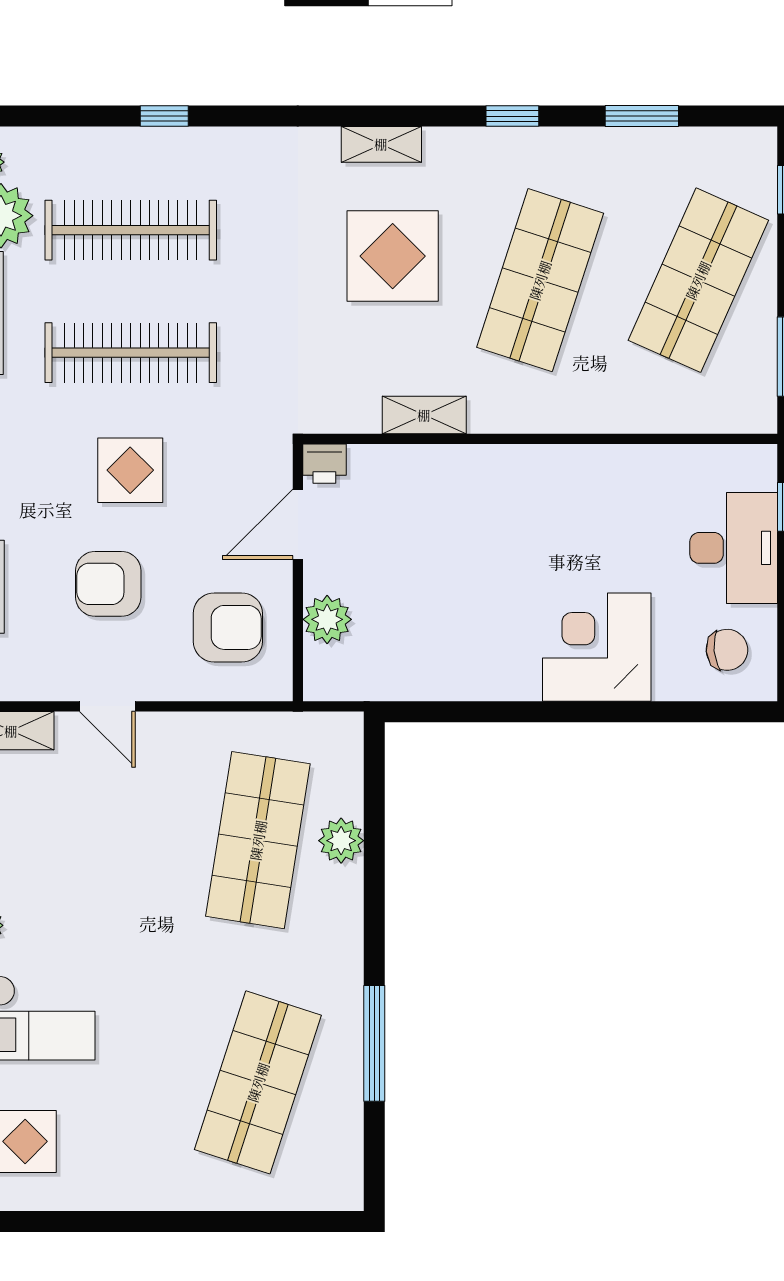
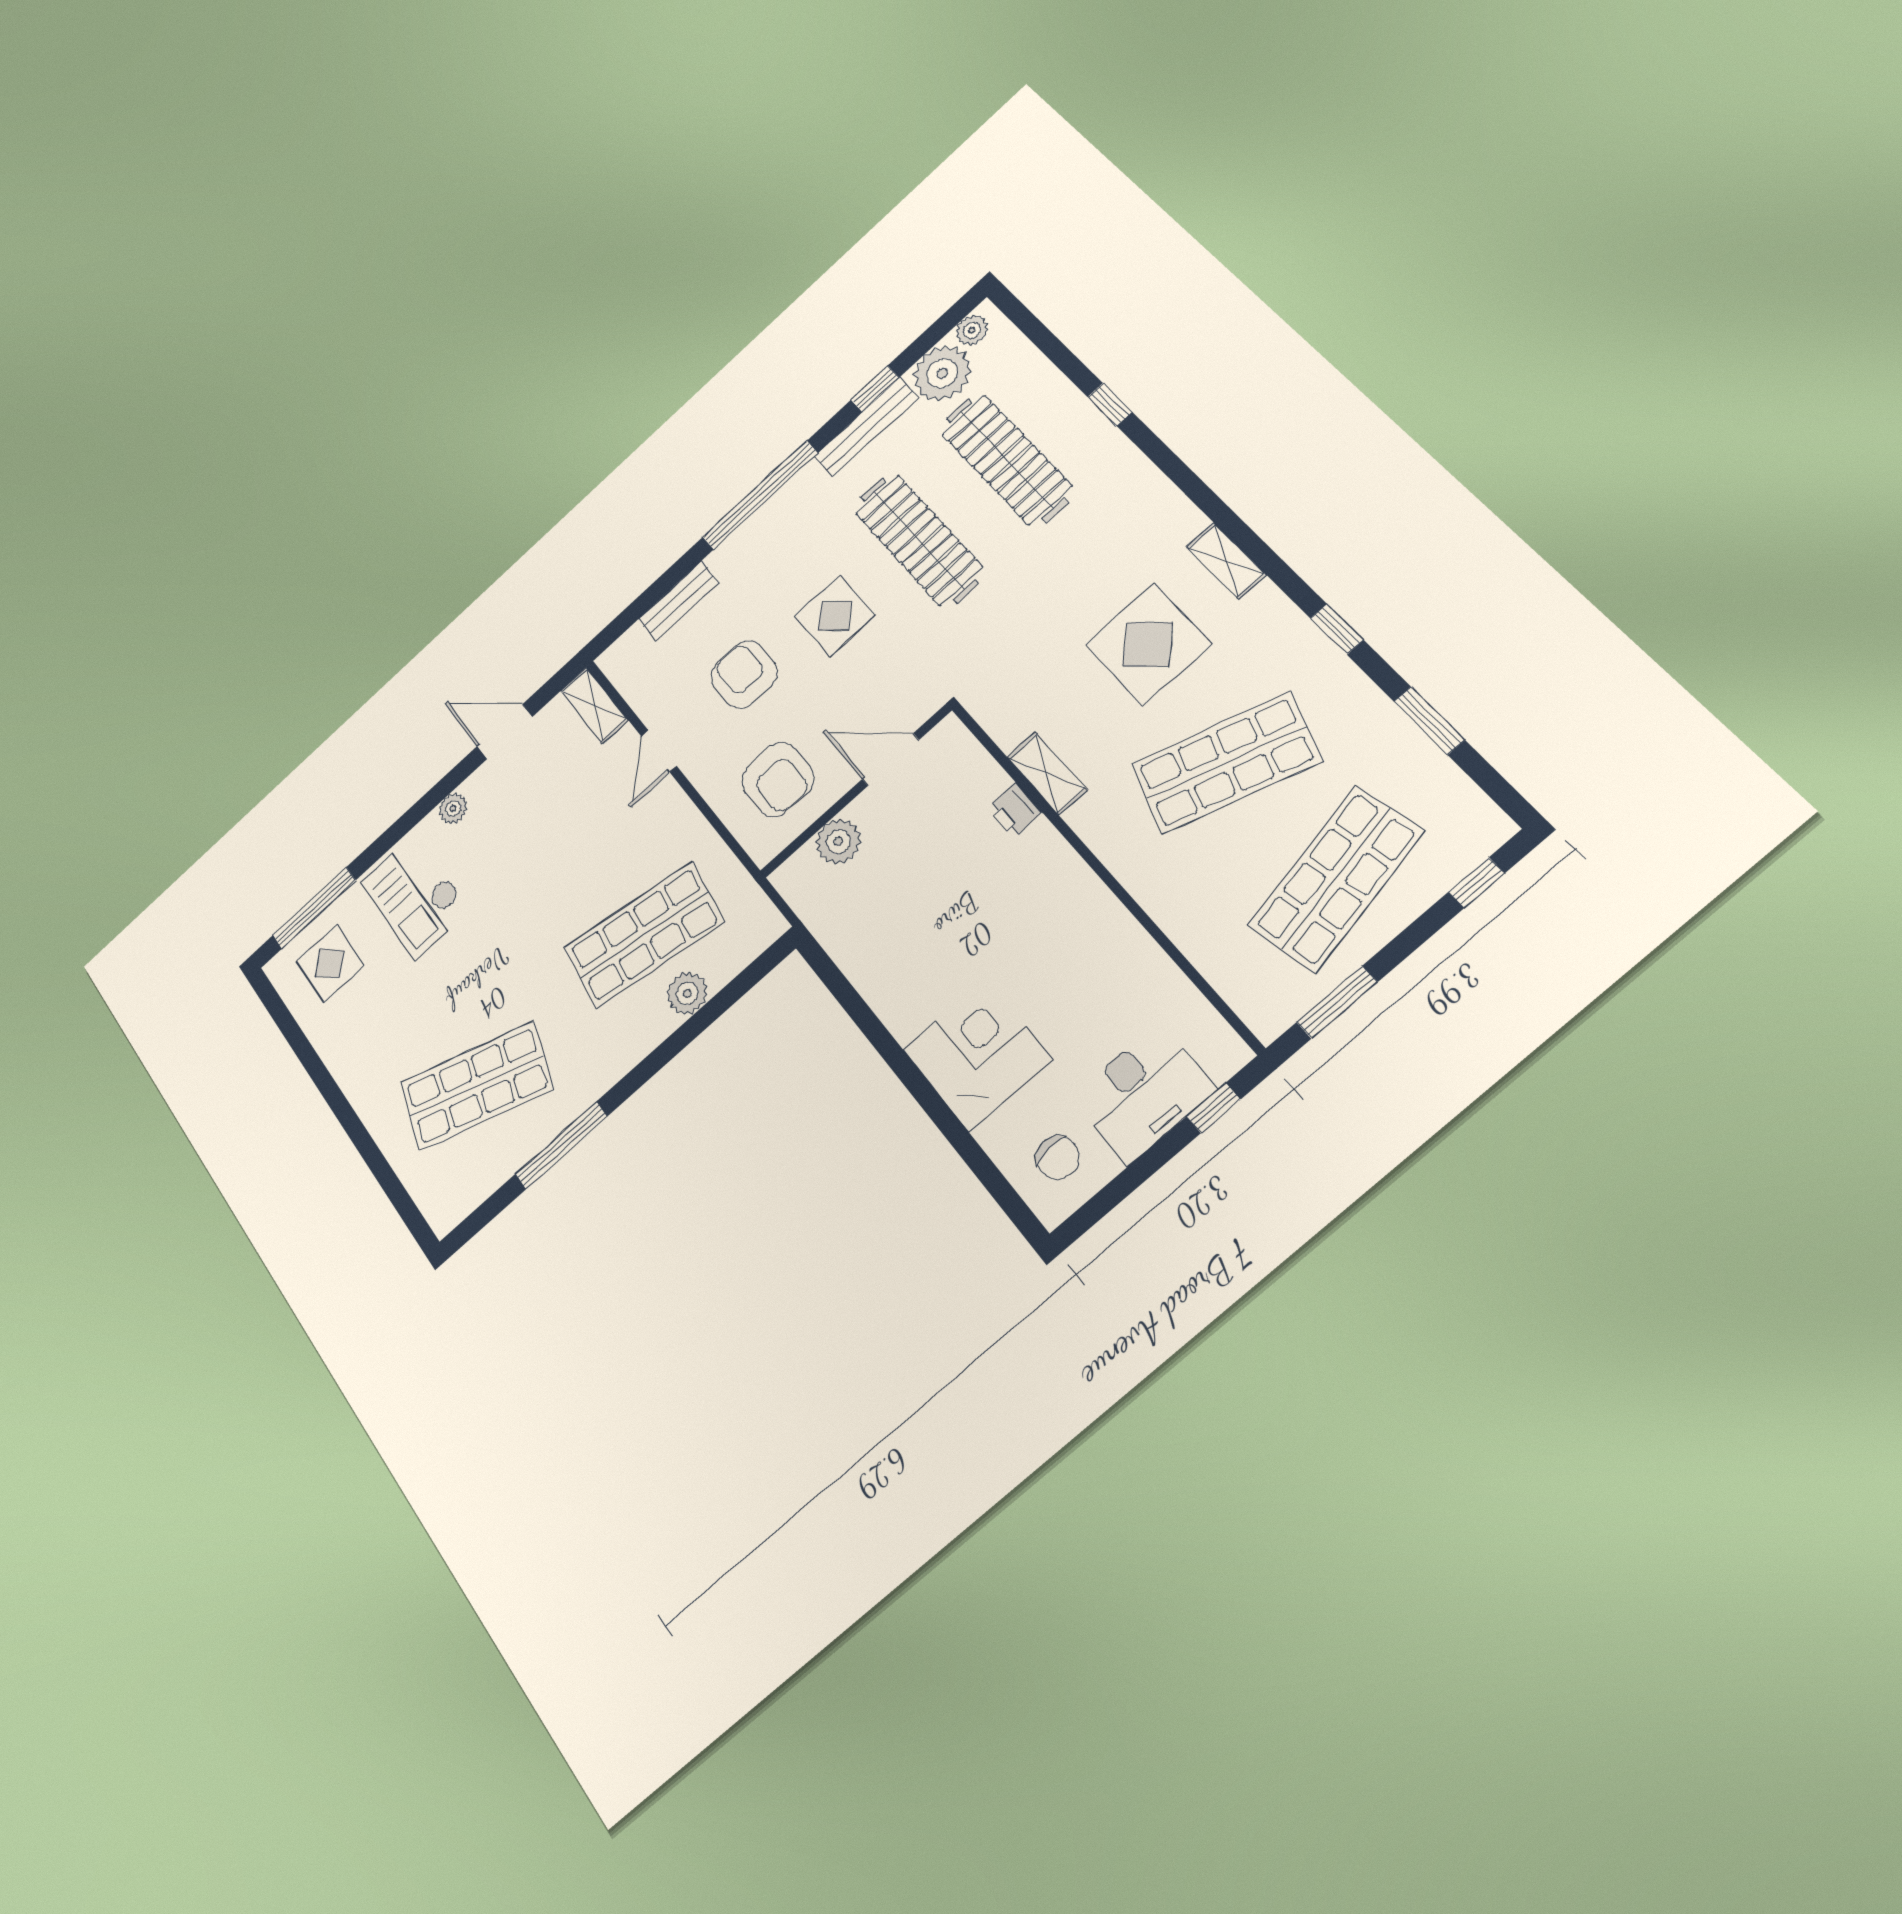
shop shelf: (698, 280) -> (1335, 879), turned -36
printer: (324, 464) -> (1014, 810), moved

